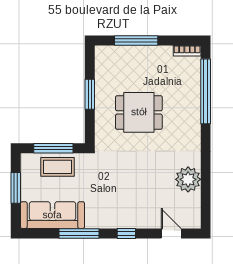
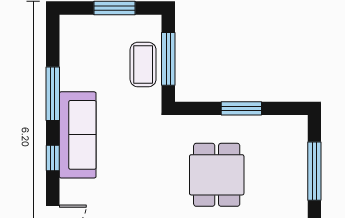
sofa: (52, 215) -> (78, 135), moved

